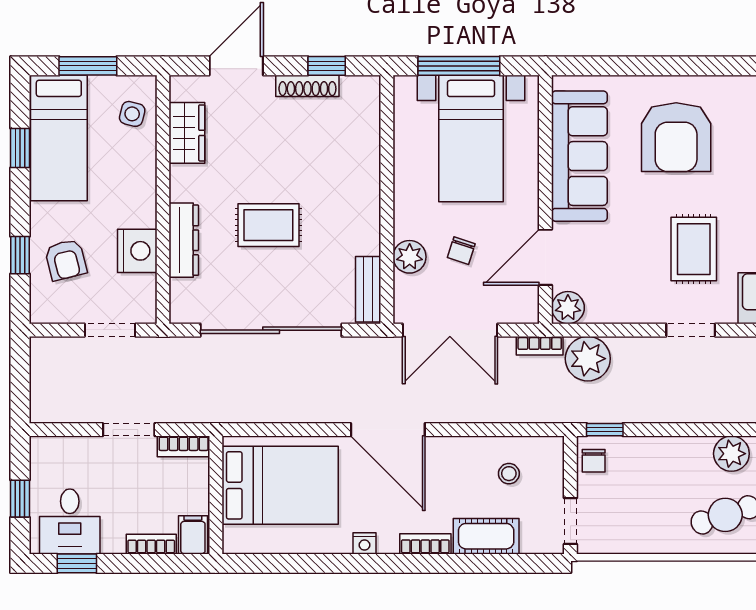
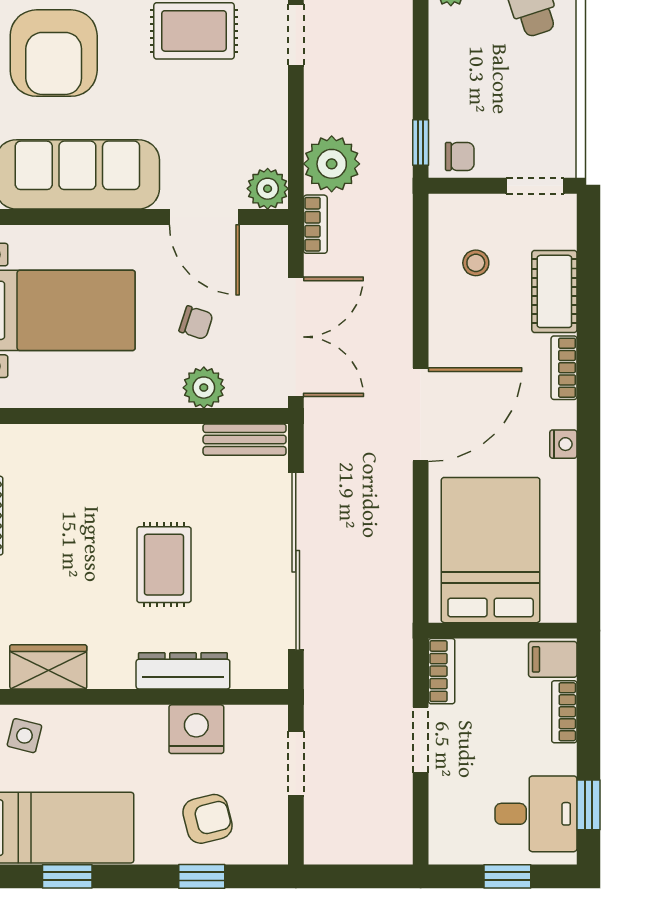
armchair: (676, 137) -> (54, 53), turned 90

